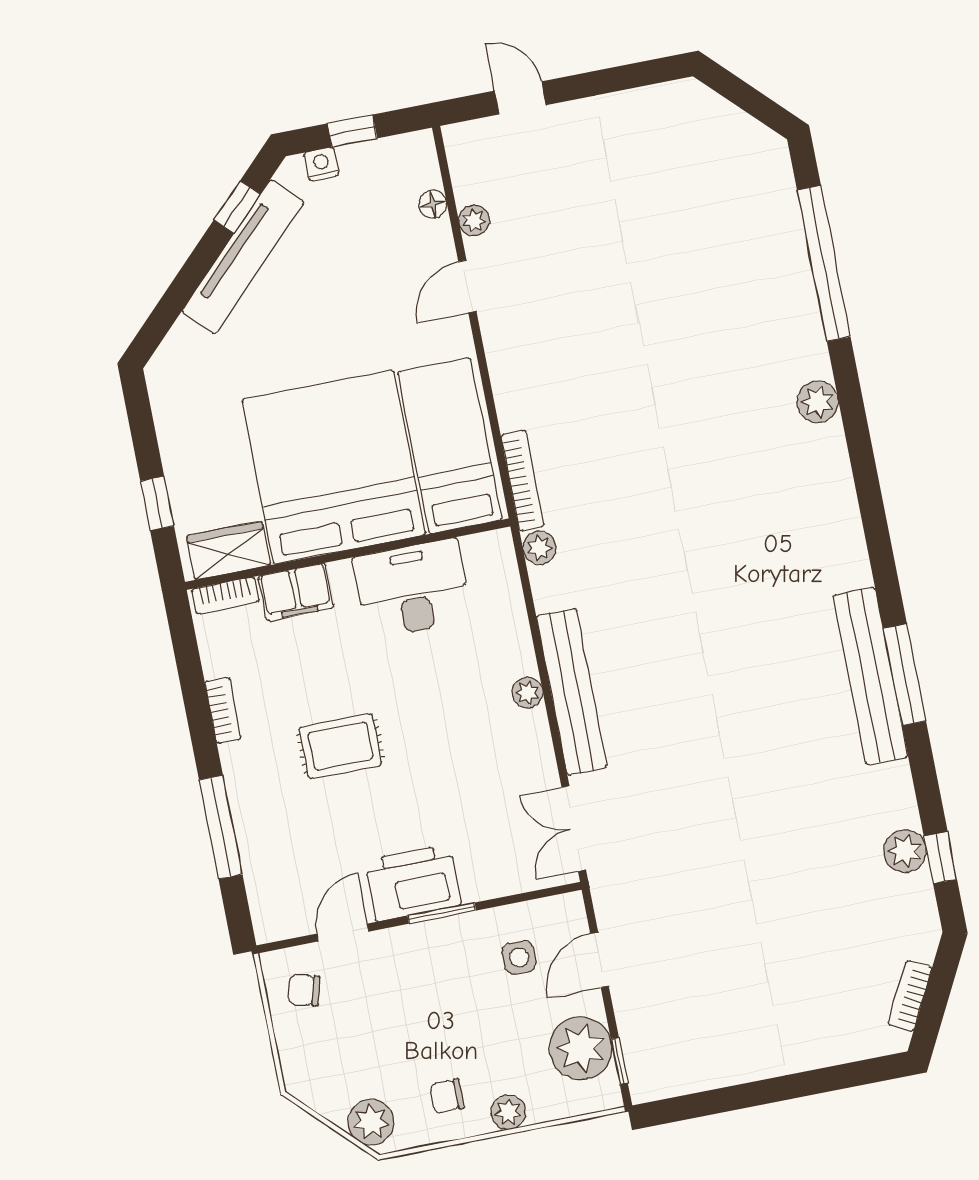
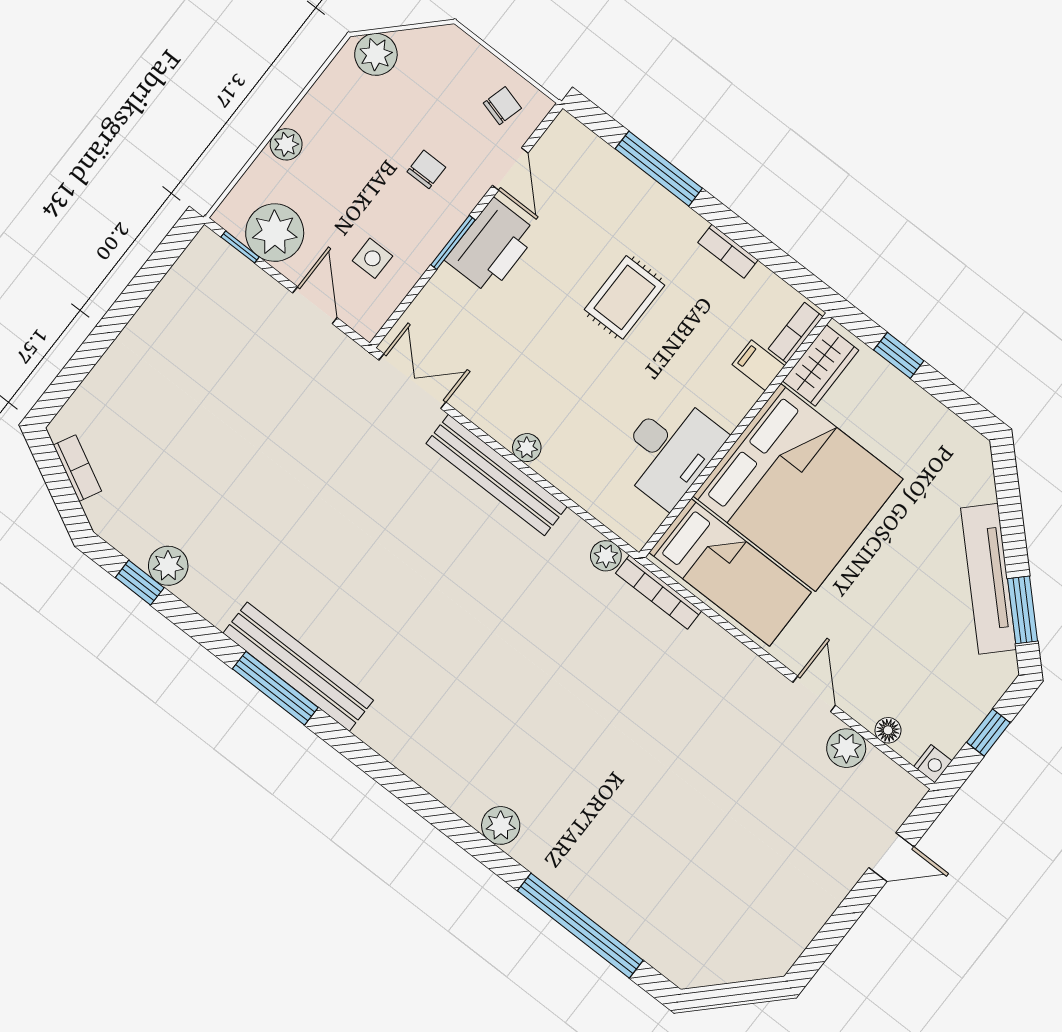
nightstand: (321, 164) -> (933, 764), moved
window: (237, 207) -> (1023, 610), width x1.50
plant: (474, 220) -> (846, 748), width x1.38, depth x1.38
filing cabinet: (296, 592) -> (759, 365), width x0.50
chair: (447, 1096) -> (426, 169), moved

